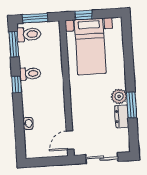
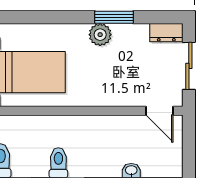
dresser: (122, 116) -> (166, 33), moved

